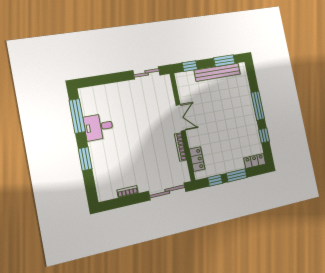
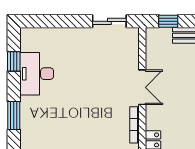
window: (77, 116) -> (14, 61), width x0.46
desk: (98, 127) -> (37, 74), width x1.37

